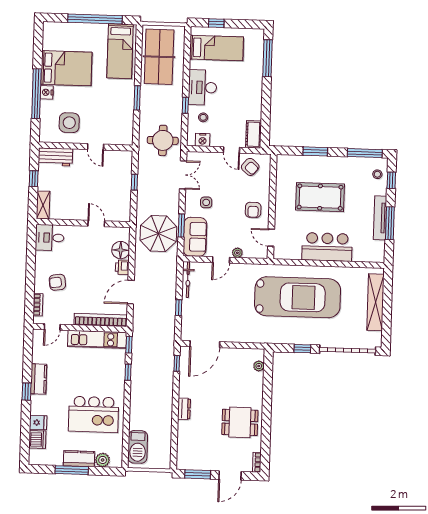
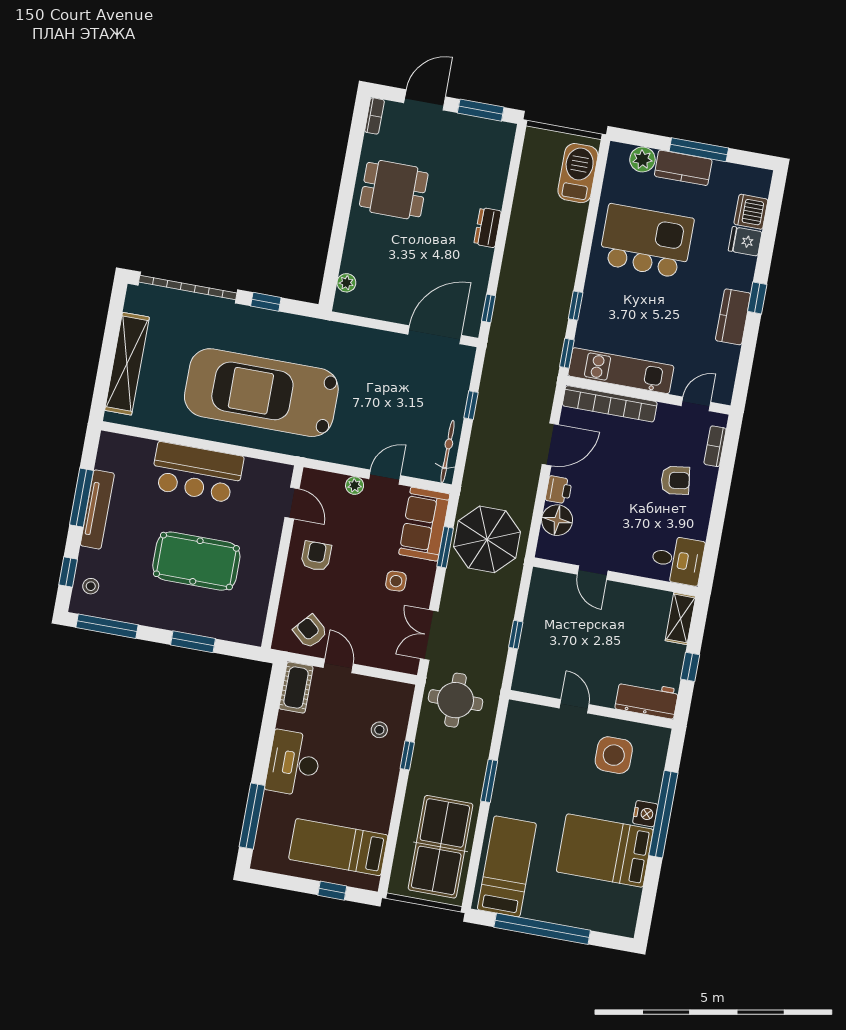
desk: (202, 87) -> (294, 763), moved, turned 180
nightstand: (203, 140) -> (386, 691), removed

